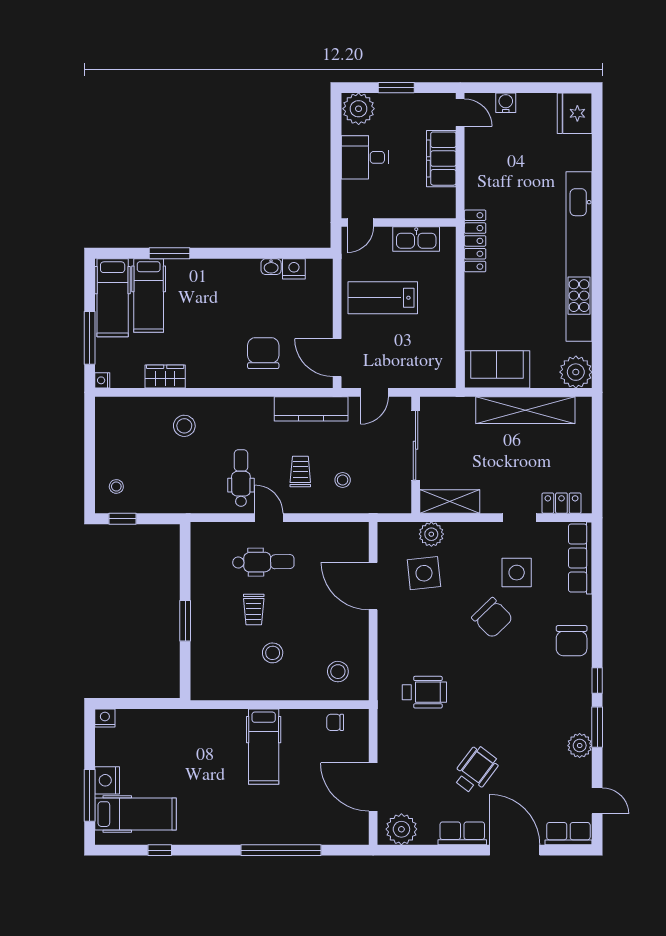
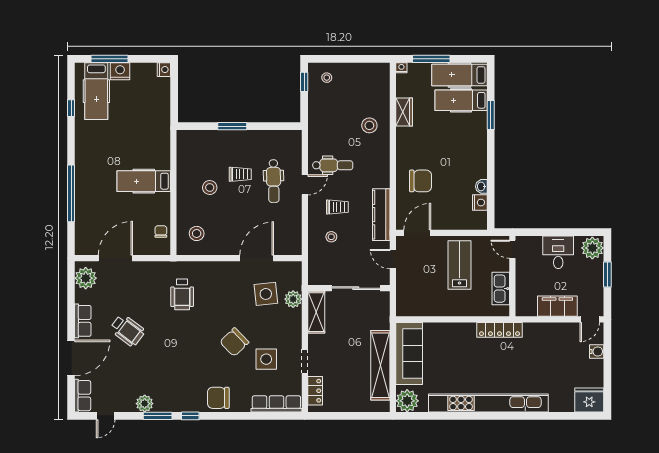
sofa: (497, 369) -> (409, 354), width x1.36
trolley: (254, 609) -> (240, 174), turned 180

